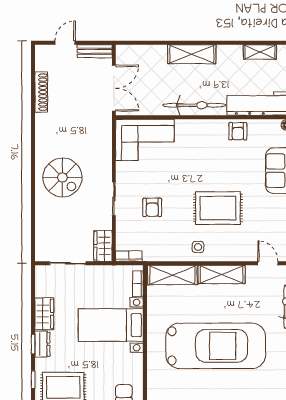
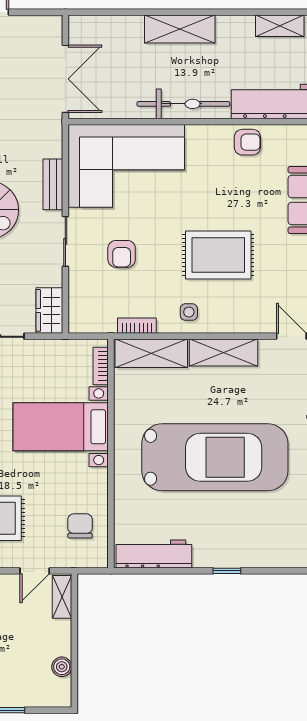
bench: (95, 51) -> (53, 184), moved, turned 90
armchair: (238, 131) -> (247, 142), turned -90
corner sofa: (145, 140) -> (126, 166), width x1.36, depth x1.36
bookcase: (129, 256) -> (137, 326), moved

